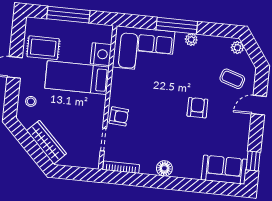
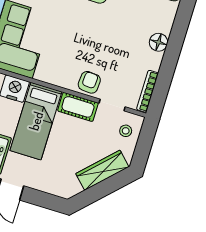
stool: (31, 101) -> (126, 131), moved
cot: (96, 111) -> (78, 107), added

